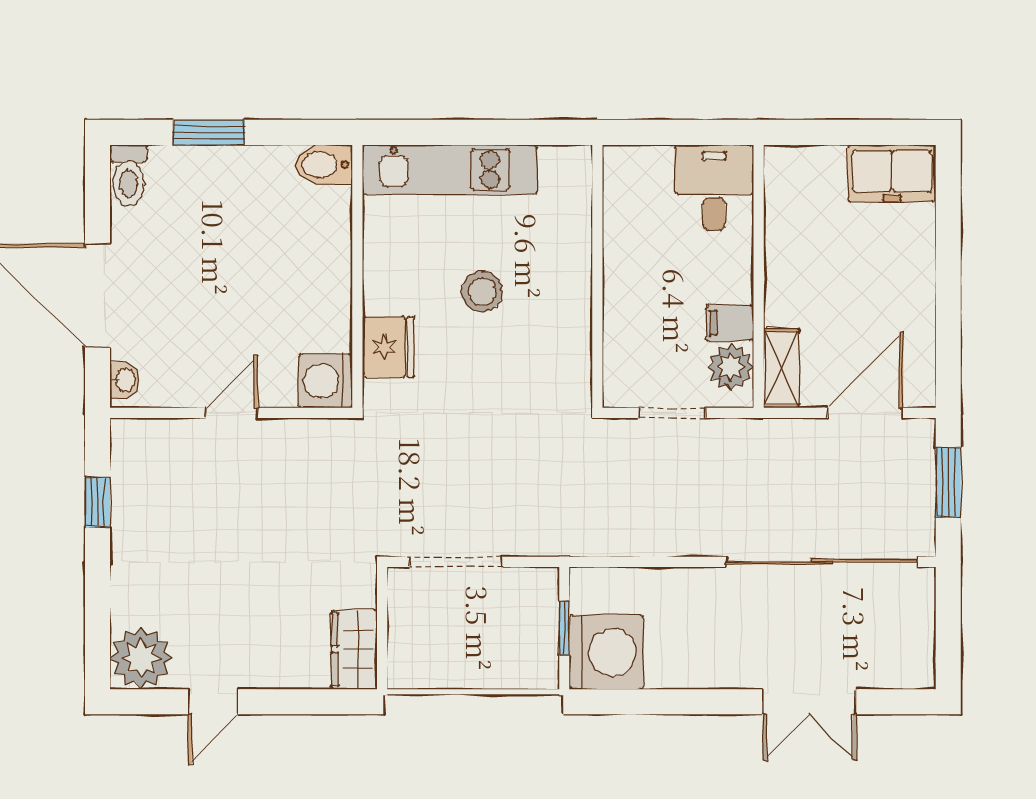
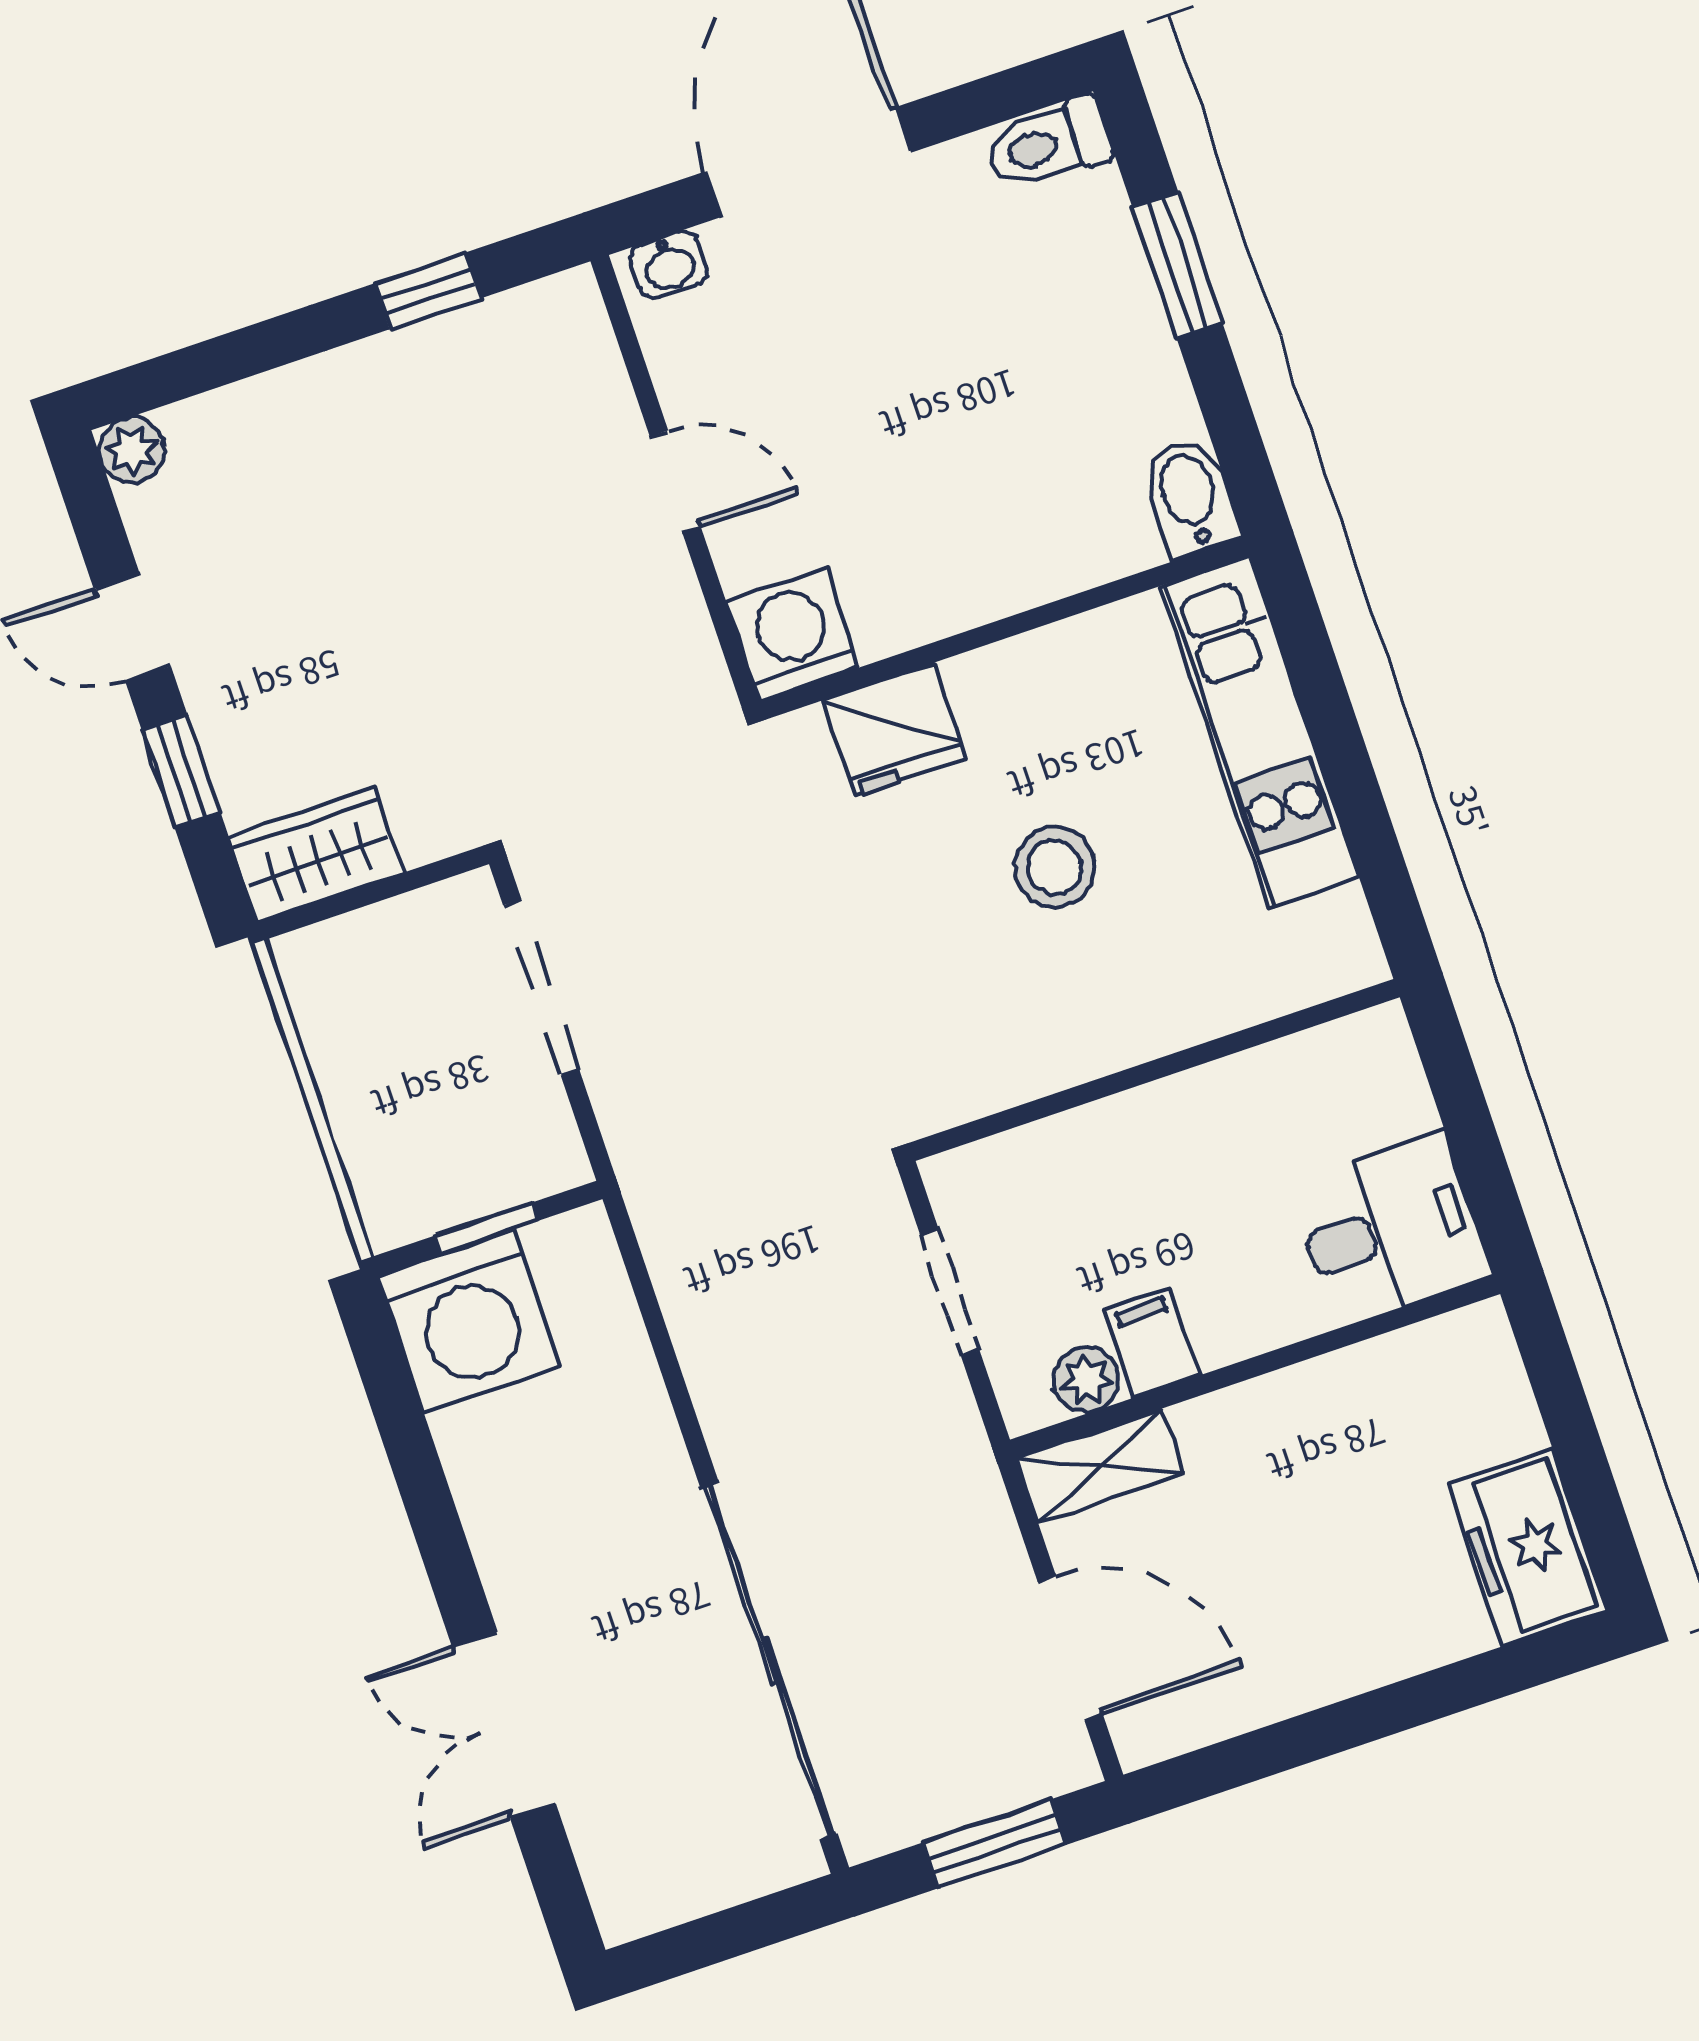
plant: (731, 367) -> (1086, 1380), width x0.73, depth x0.73
plant: (141, 658) -> (132, 450), width x0.53, depth x0.53
window: (291, 702) -> (181, 771), added

